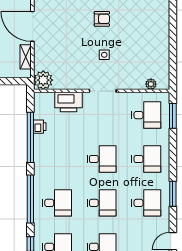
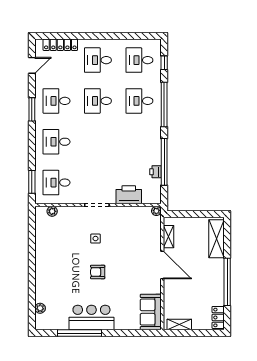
plant: (43, 80) -> (156, 211), width x0.53, depth x0.53
desk: (102, 159) -> (98, 142), removed

